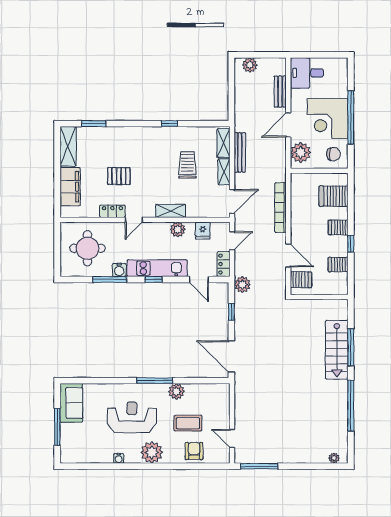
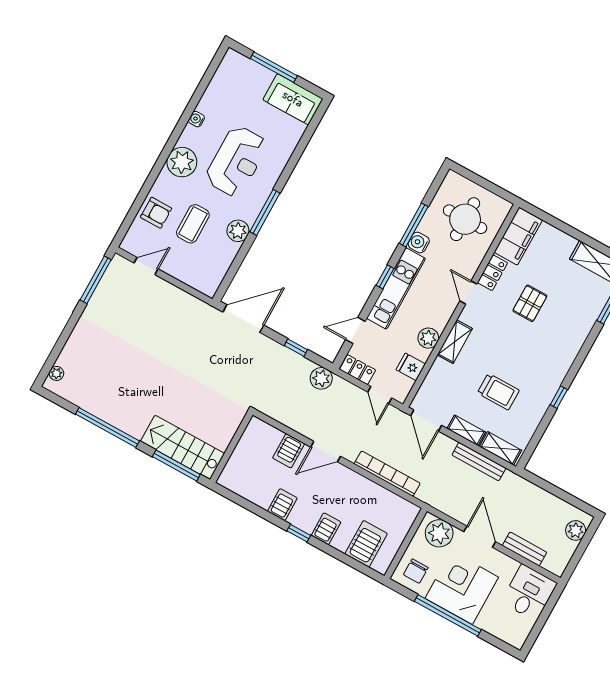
filing cabinet: (70, 187) -> (518, 236), moved, turned -90
wall: (319, 297) -> (231, 447), moved

